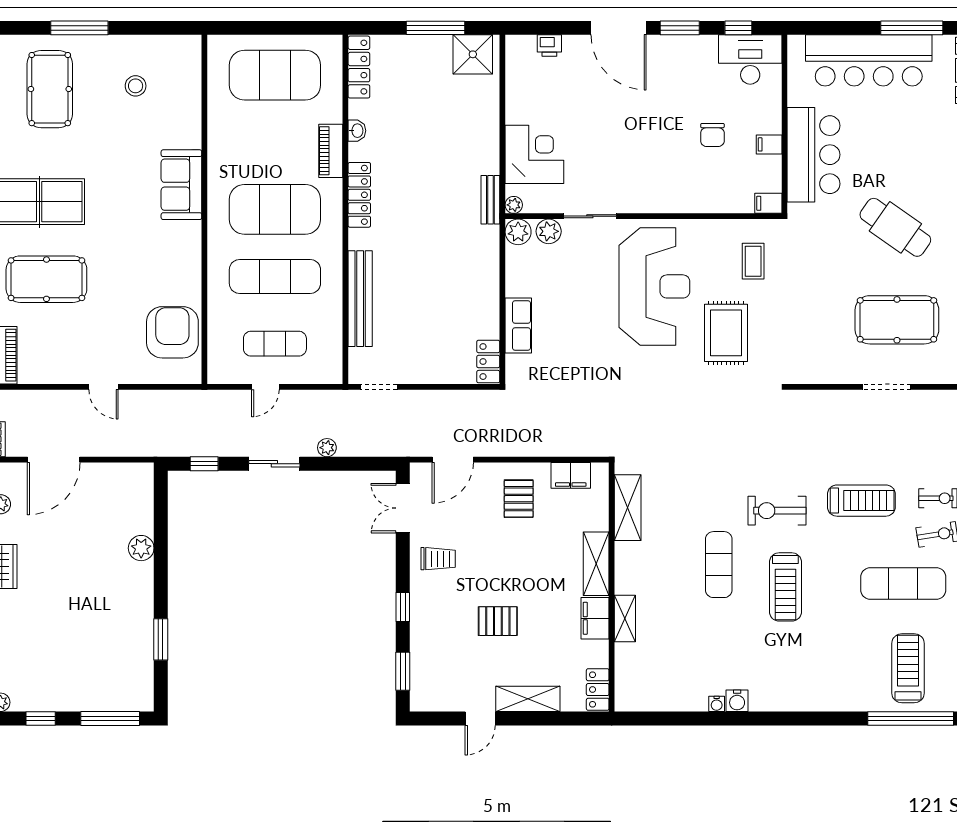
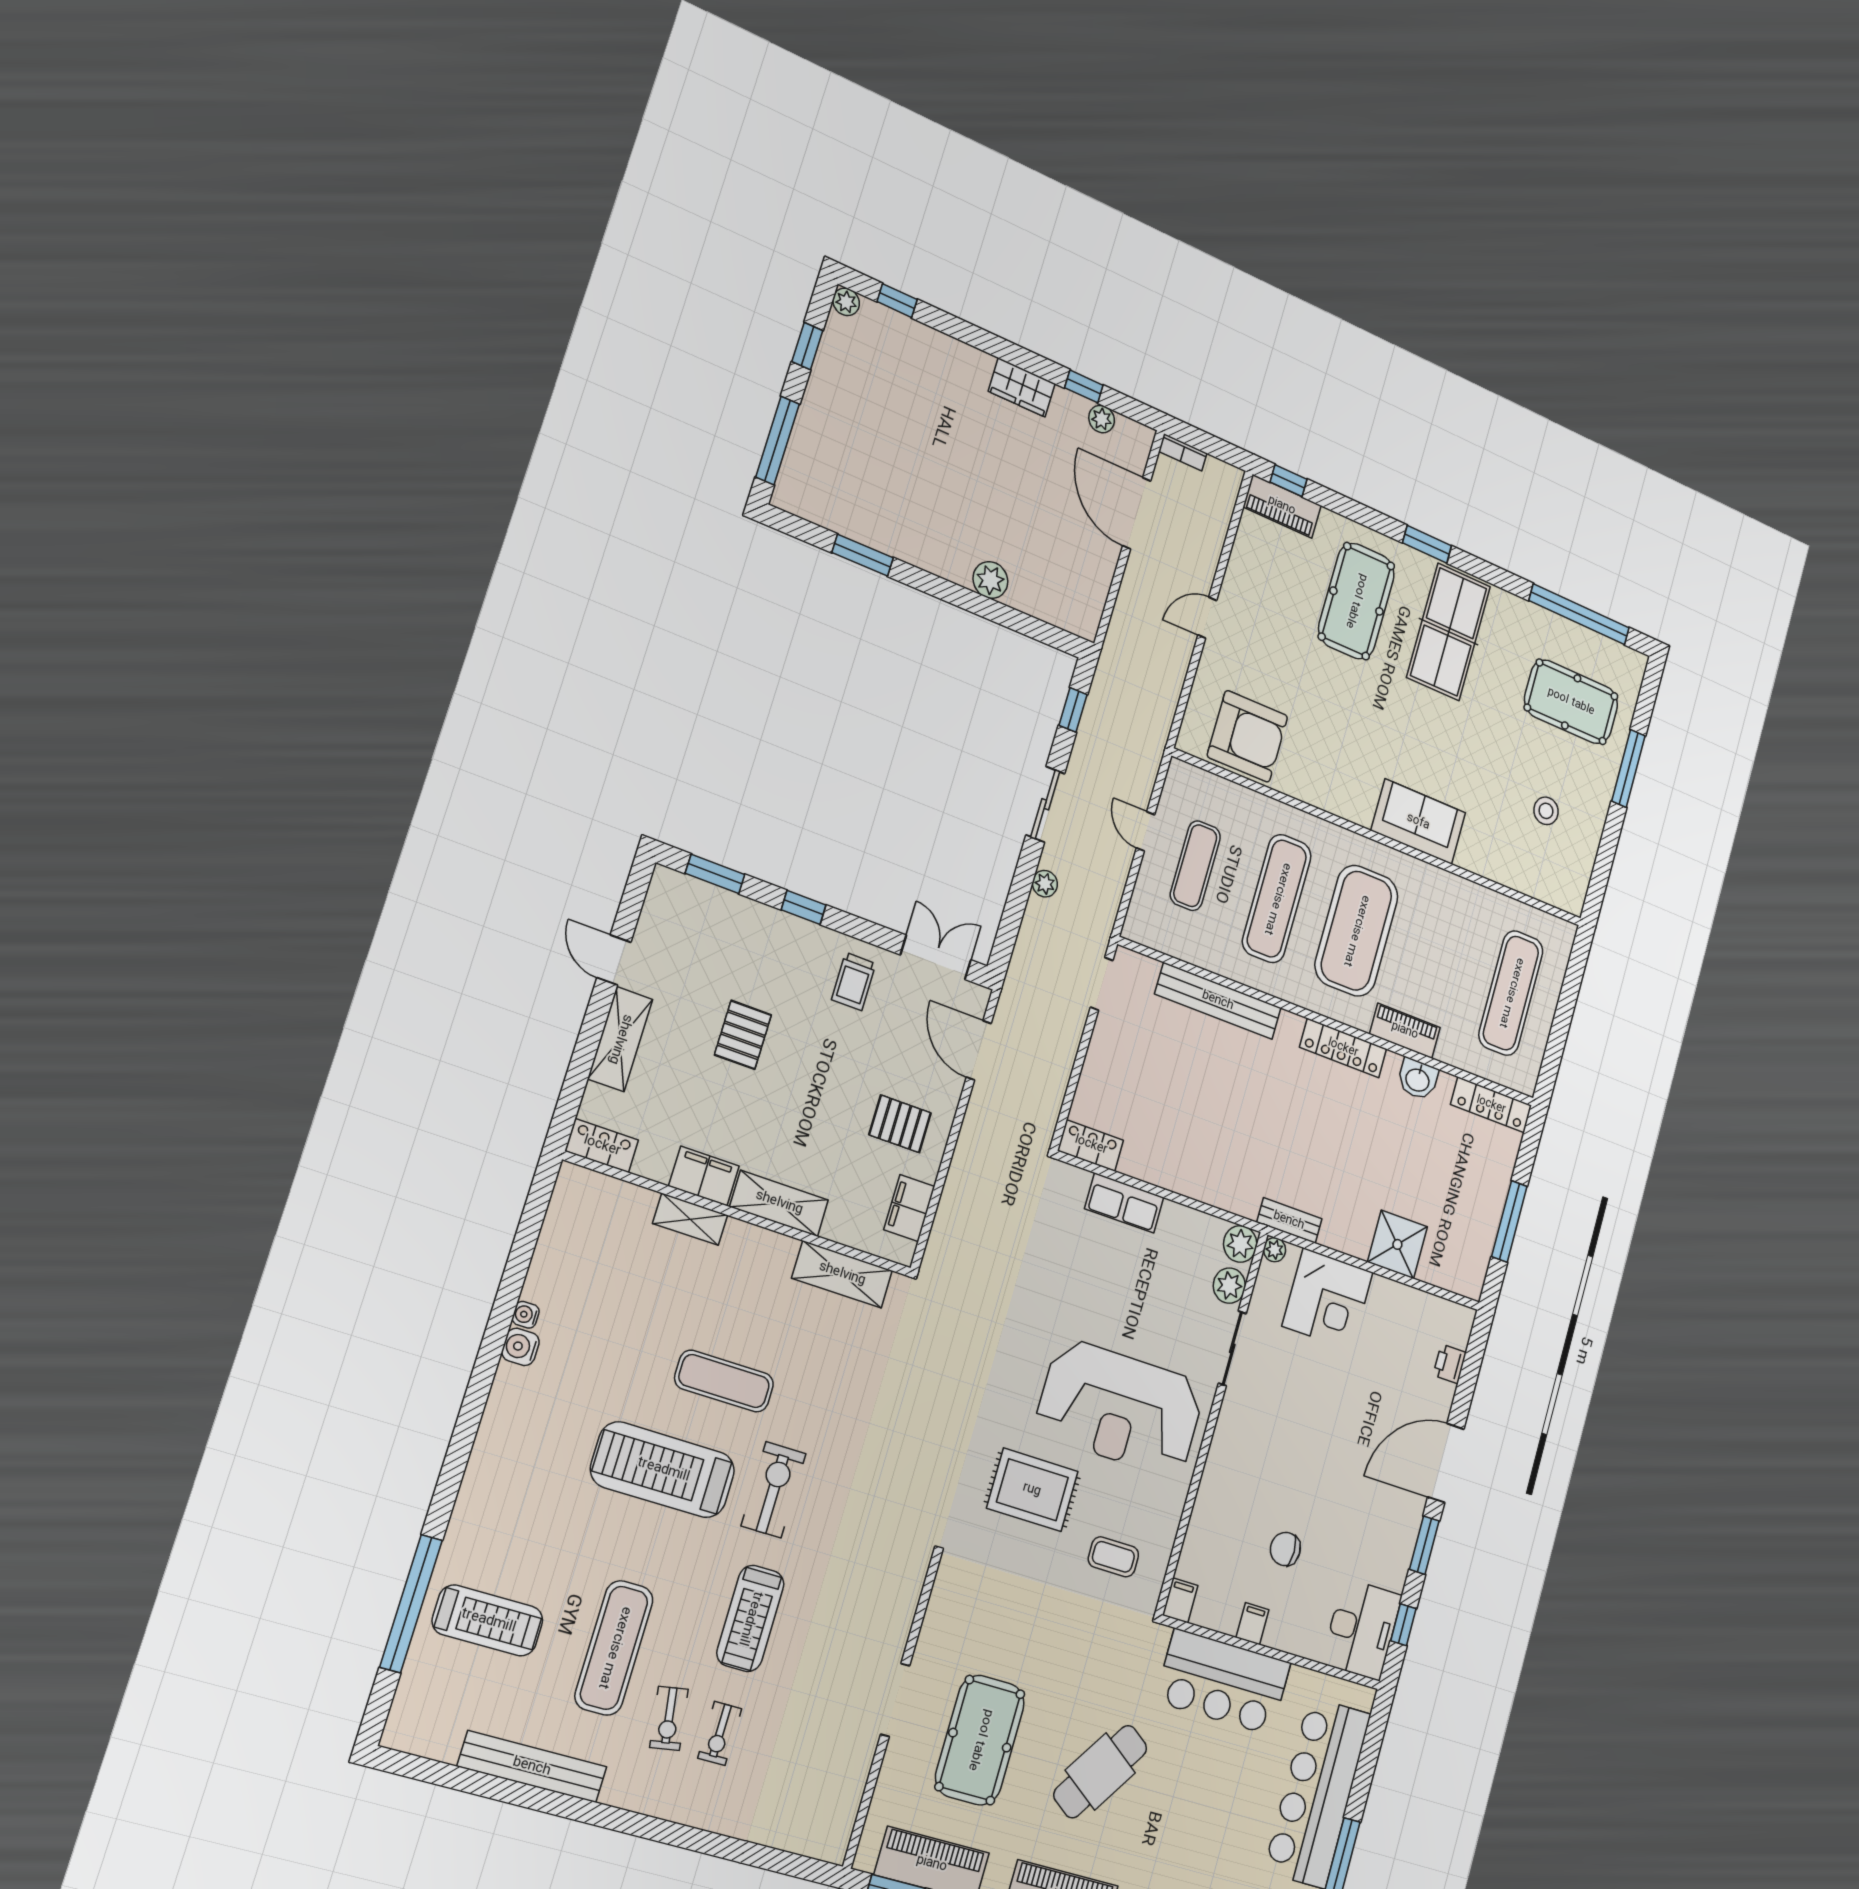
shower: (473, 54) -> (1397, 1244), moved
exercise mat: (275, 75) -> (1511, 993), width x0.68
washbasin: (357, 131) -> (1418, 1079), width x1.38, depth x1.45
treadmill: (785, 587) -> (663, 1470), width x1.37, depth x1.38

